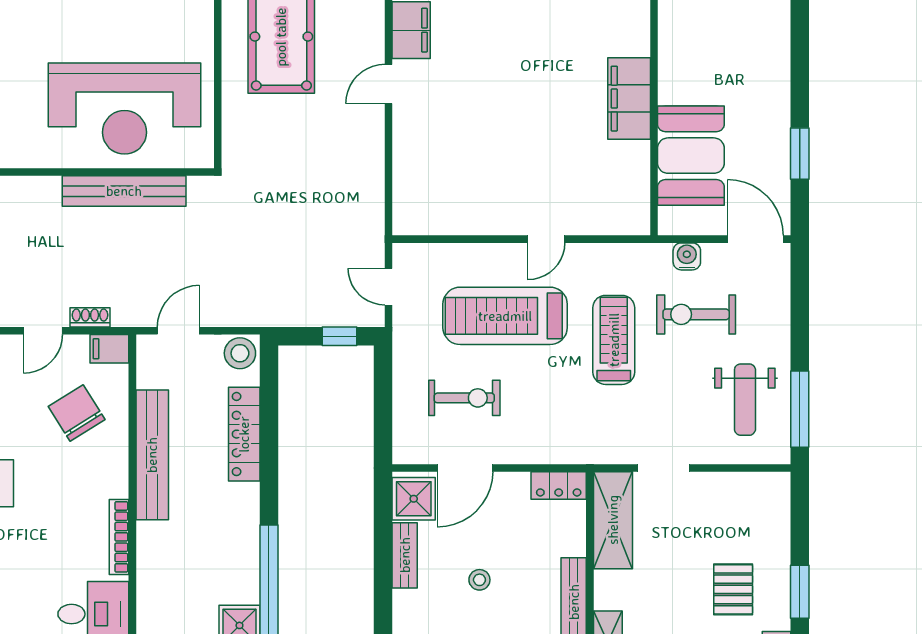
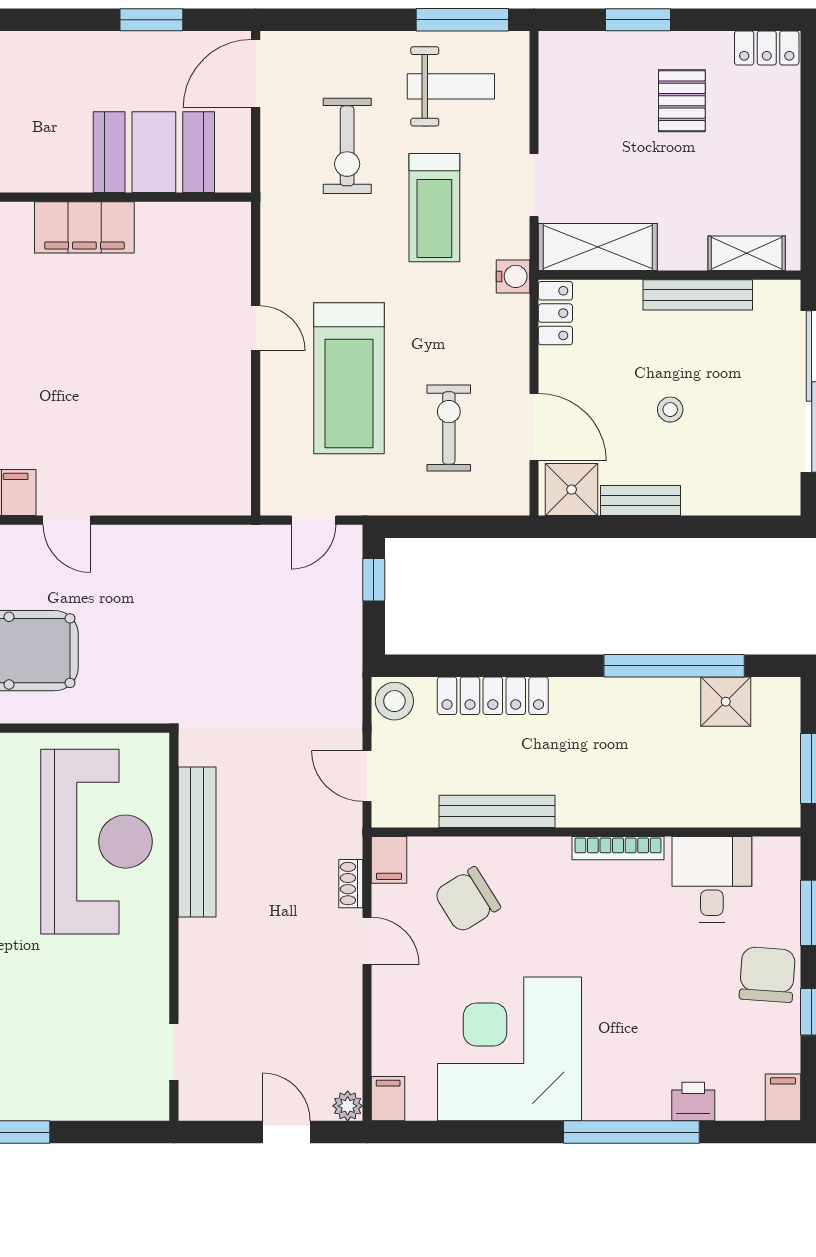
water cooler: (687, 256) -> (513, 276), moved, turned 180
treadmill: (614, 340) -> (434, 208), moved, turned -90
bench: (152, 455) -> (497, 811), width x0.73, depth x0.82
pallet: (733, 589) -> (682, 101), turned 90
window: (800, 592) -> (638, 20), moved

